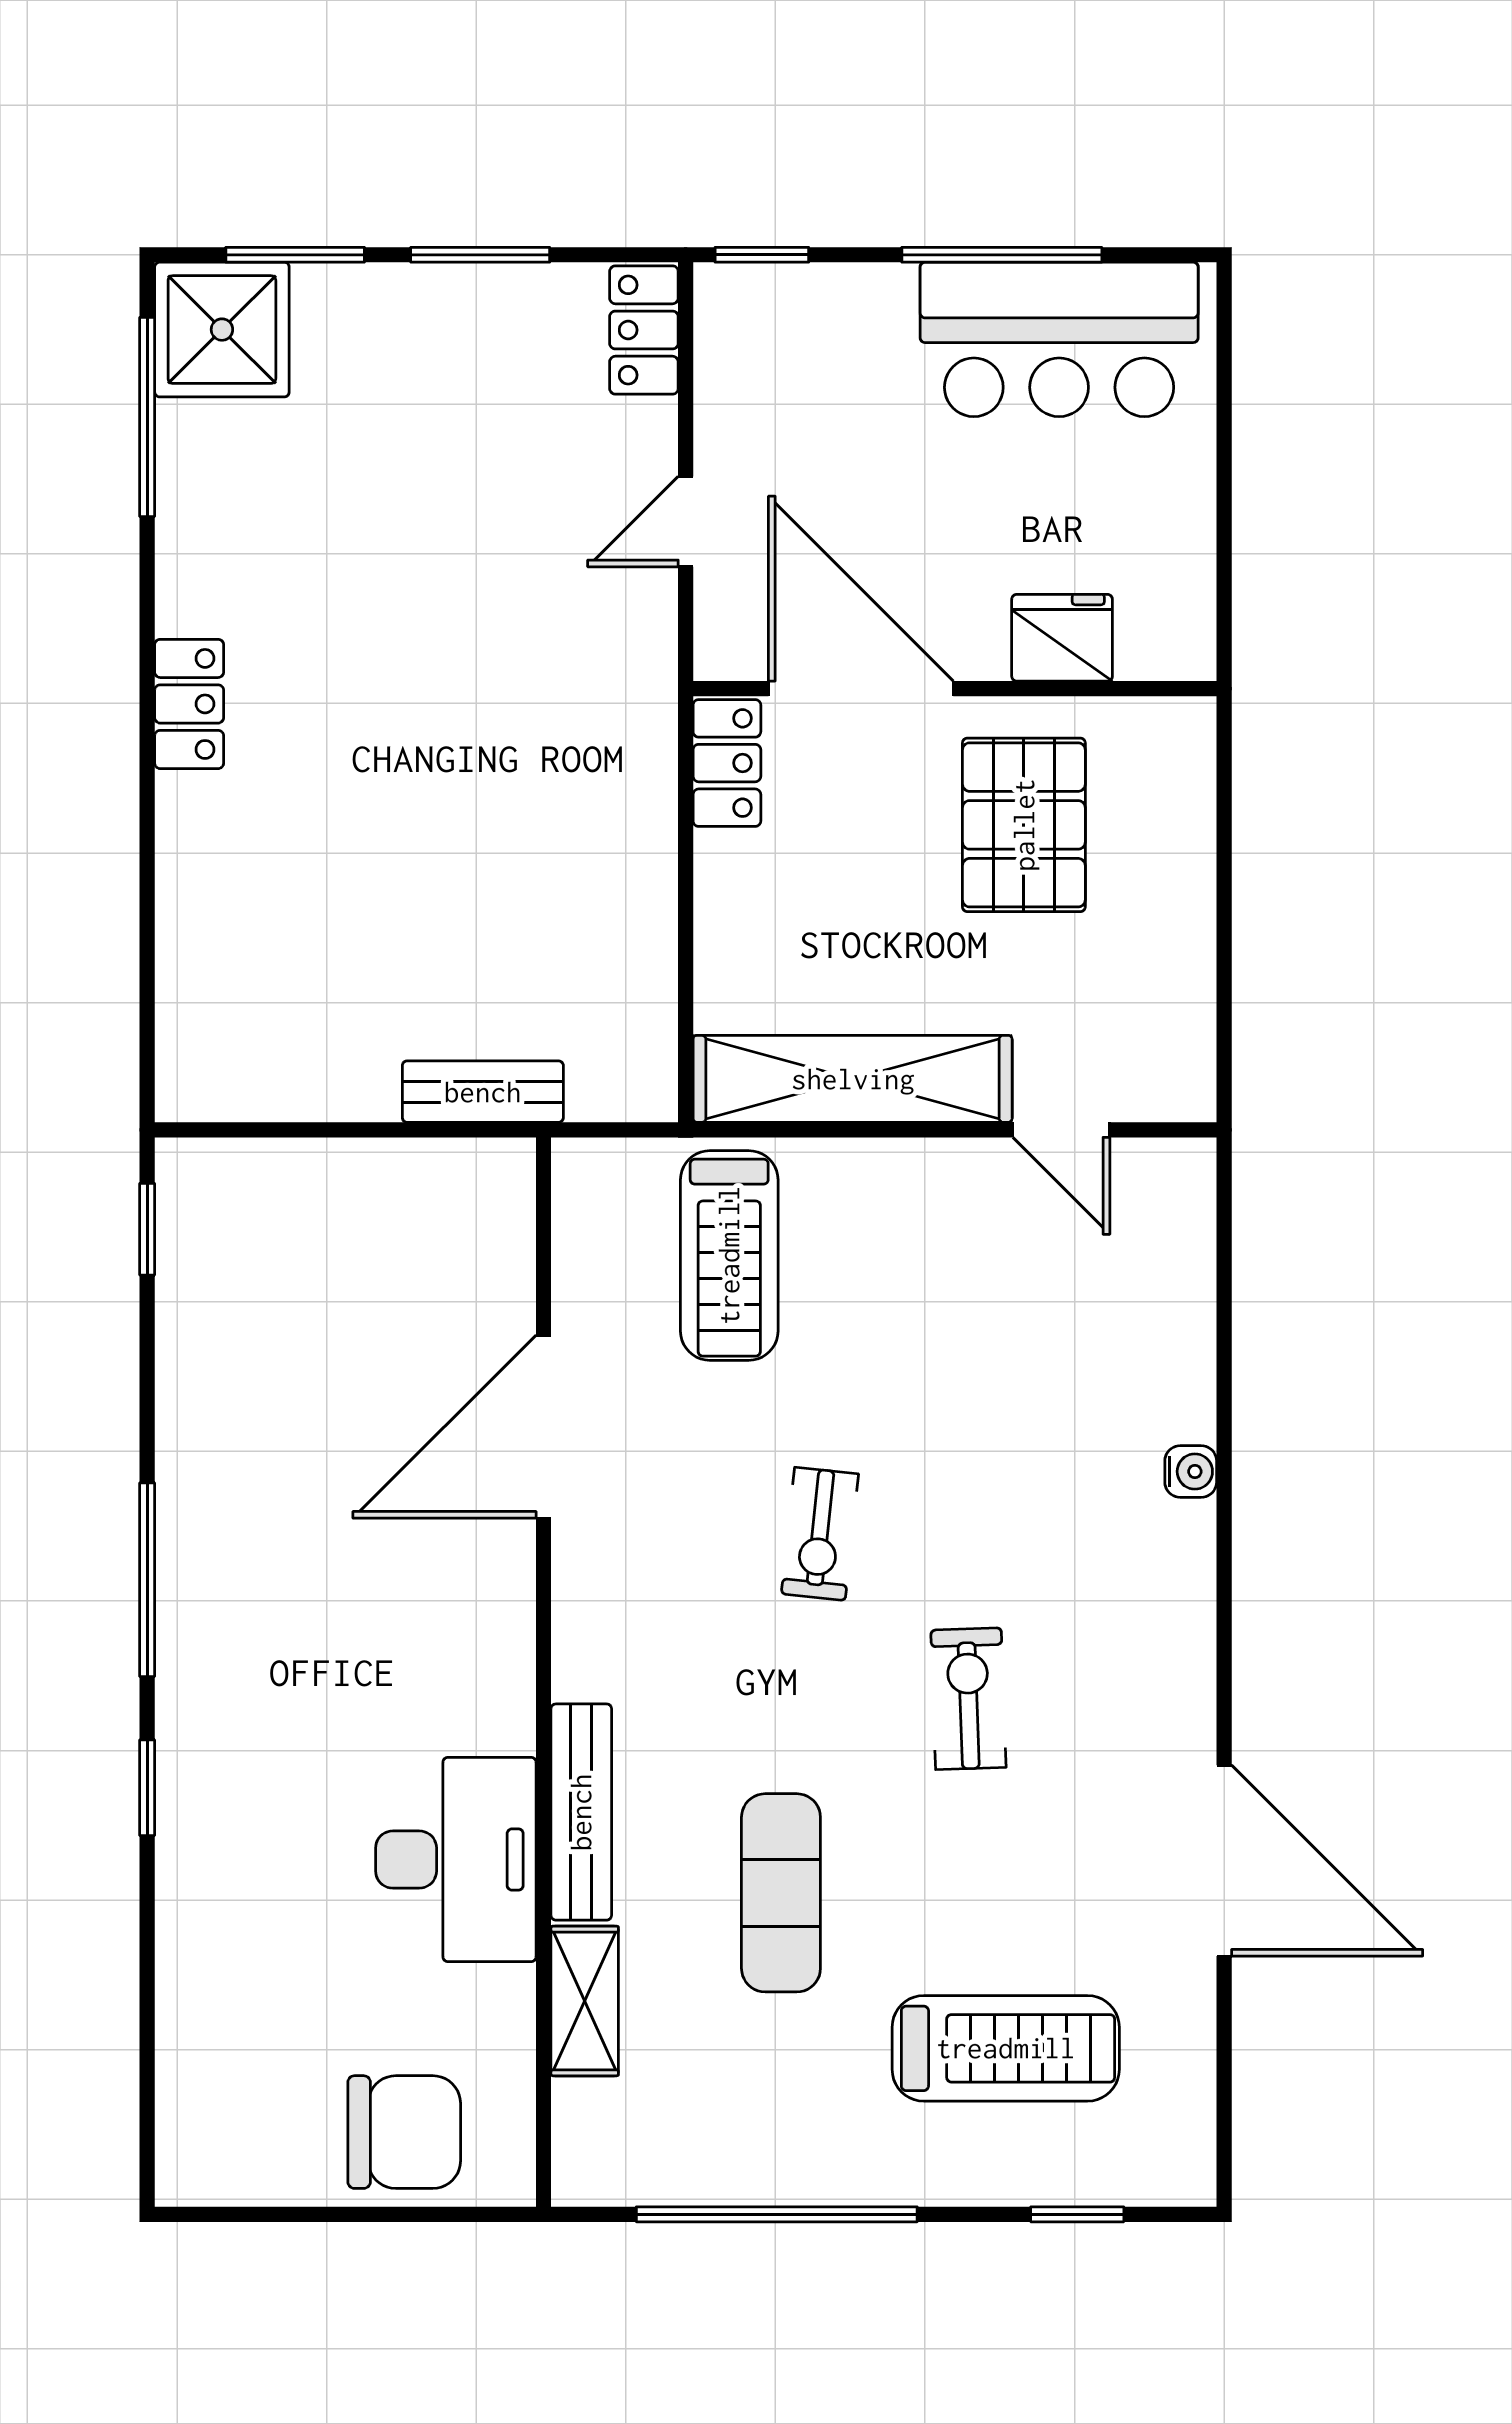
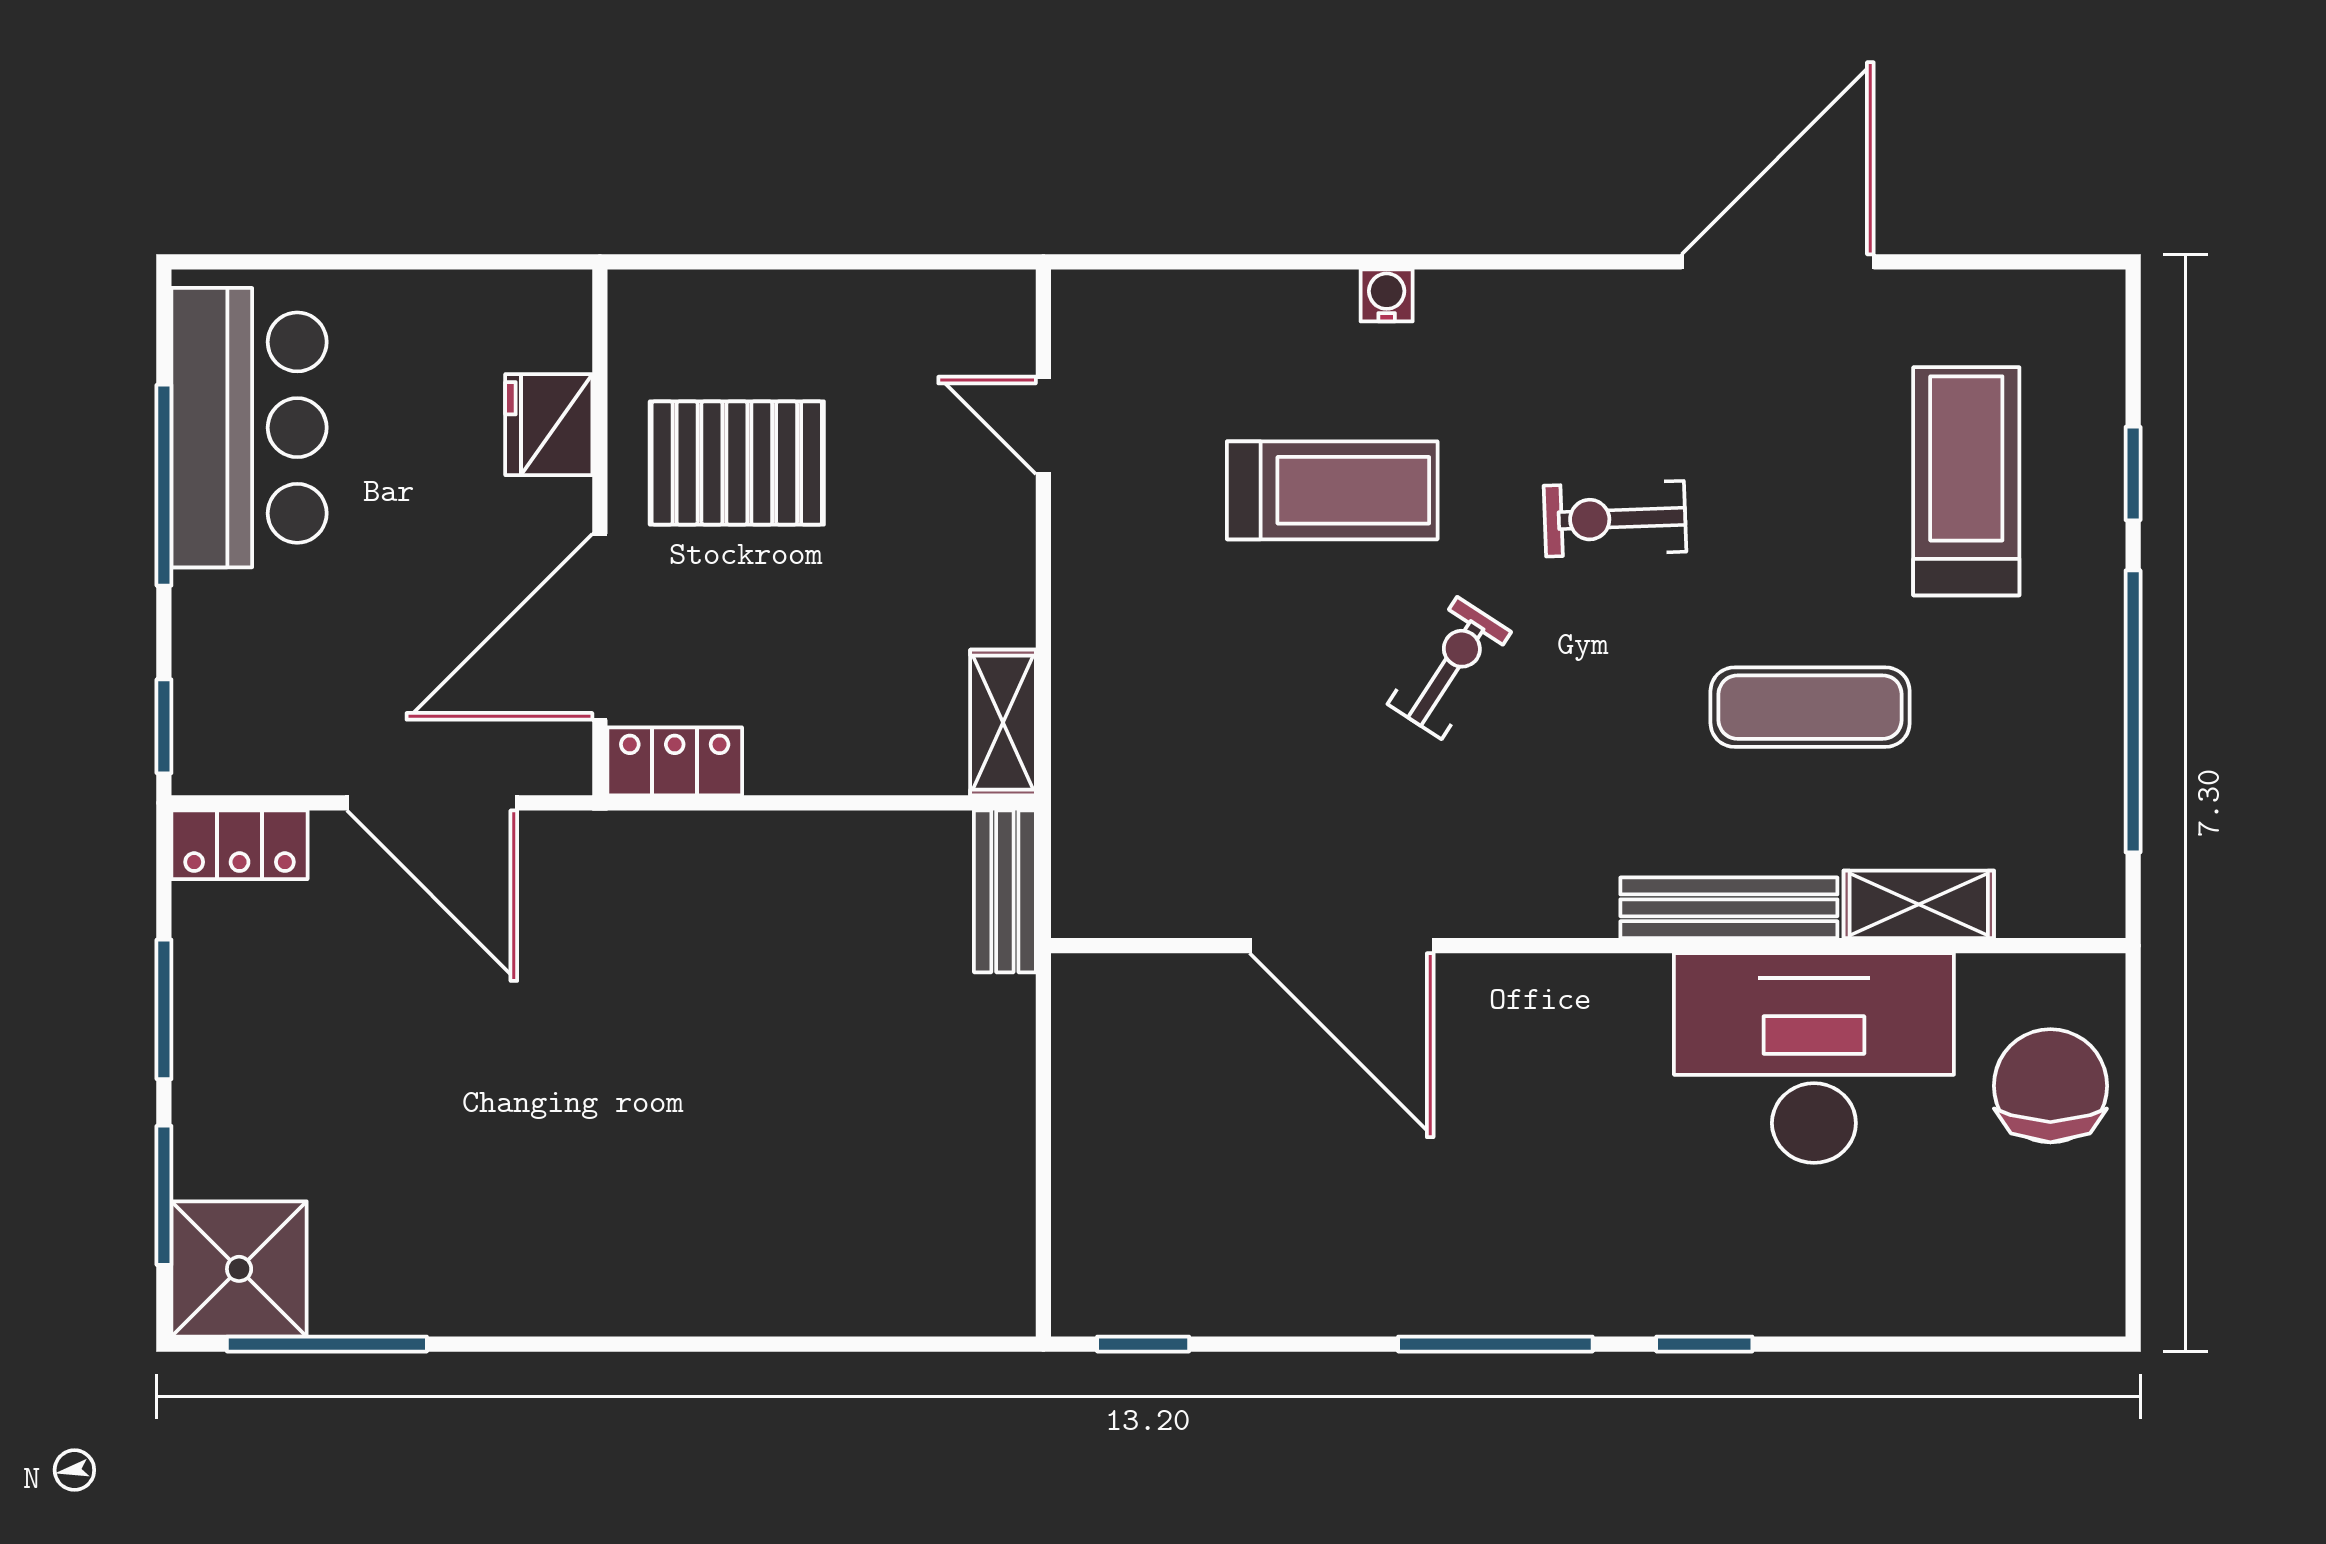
door: (686, 522) -> (432, 803), width x1.88
locker: (189, 704) -> (615, 1302), removed
shelving: (853, 1079) -> (1003, 723), width x0.45, depth x0.75
bench: (483, 1092) -> (1005, 891), moved
door: (1061, 1130) -> (1043, 425), swing flipped
treadmill: (729, 1255) -> (1332, 490), moved
exercise bike: (820, 1534) -> (1449, 668), turned -63
desk: (456, 1860) -> (1814, 1058), width x1.36, depth x1.30
window: (1077, 2214) -> (2133, 474), moved

